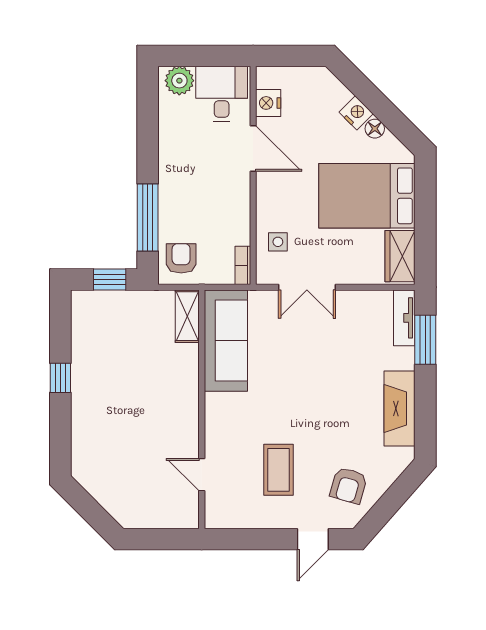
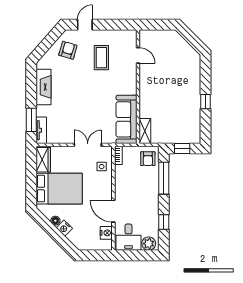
window: (148, 126) -> (164, 222), added

